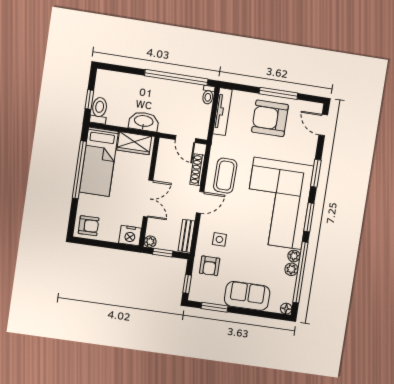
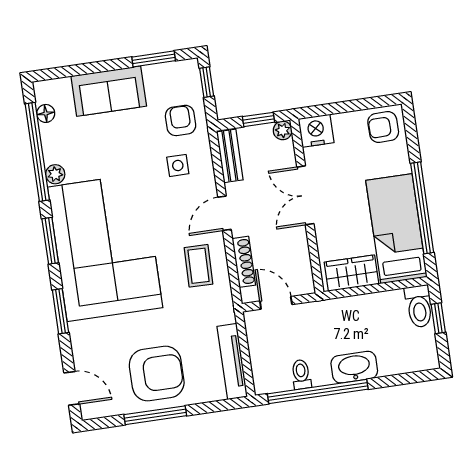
toilet: (208, 95) -> (301, 374), moved
washbasin: (144, 121) -> (354, 367), moved, turned 180
coffee table: (225, 176) -> (199, 266), width x0.73, depth x0.77
plant: (291, 269) -> (53, 152), removed
floor lamp: (286, 309) -> (46, 113), moved

